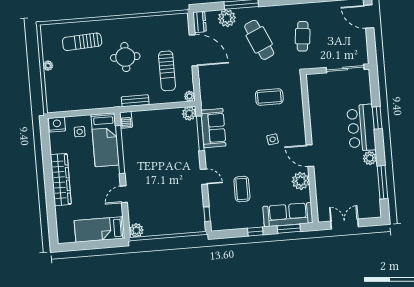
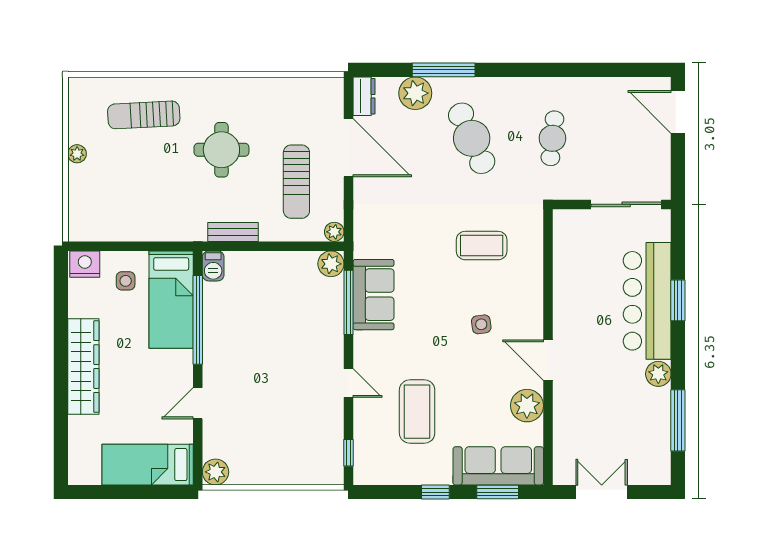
bar counter: (361, 128) -> (647, 301), width x1.36
coffee table: (242, 189) -> (417, 412), width x1.36, depth x1.32

